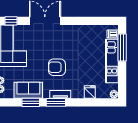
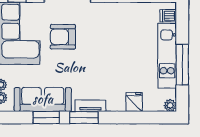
window: (122, 47) -> (182, 65), moved
armchair: (57, 67) -> (63, 37), moved
sofa: (28, 90) -> (43, 99), width x1.36

